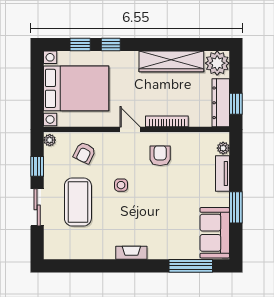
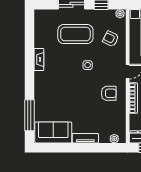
tv unit: (223, 173) -> (85, 138), moved
window: (236, 207) -> (72, 148), removed
fireplace: (131, 253) -> (39, 59), moved

